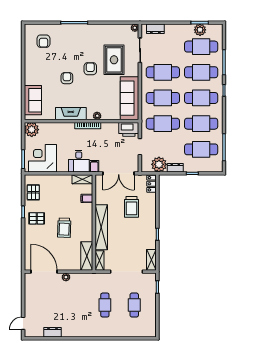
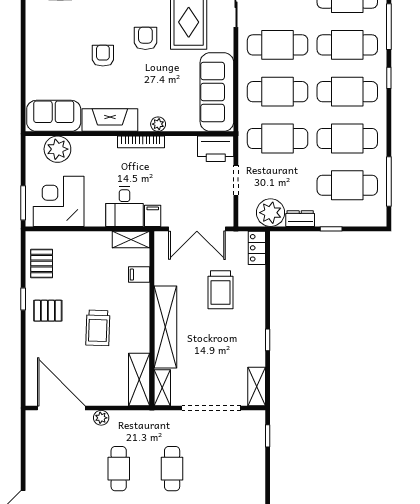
sofa: (33, 100) -> (54, 116), moved, turned -90
plant: (32, 130) -> (57, 149), moved
cafe table: (134, 305) -> (119, 469), moved

